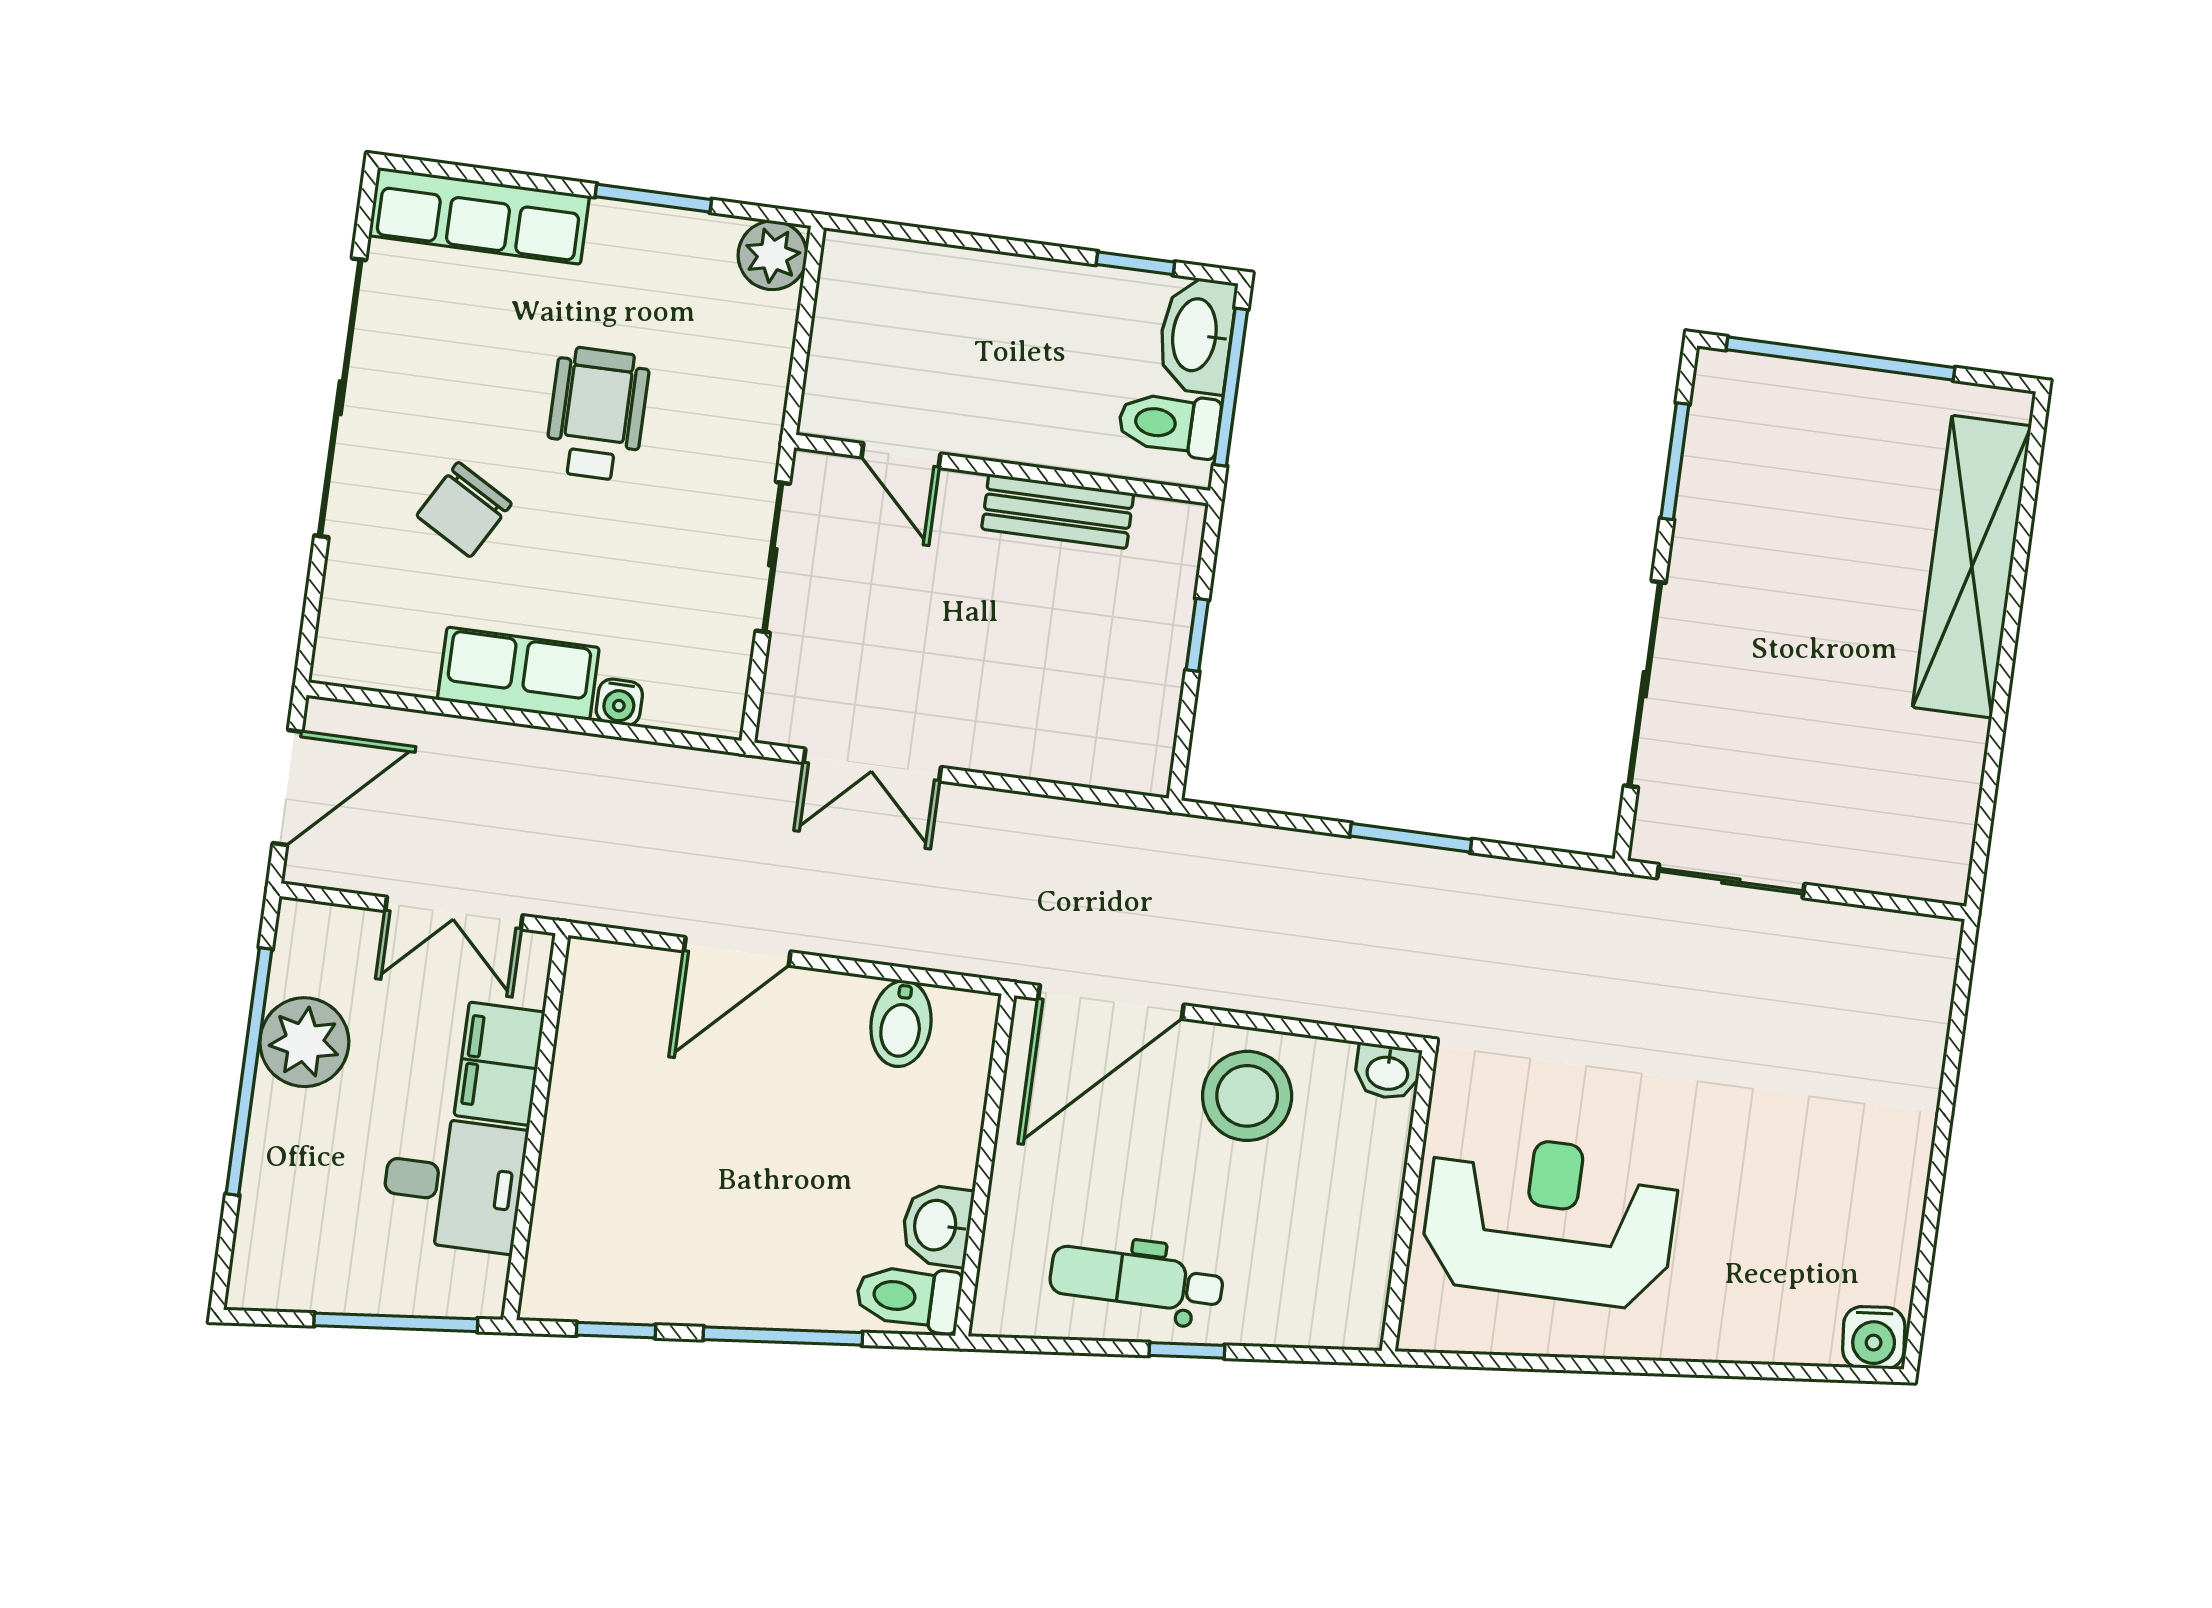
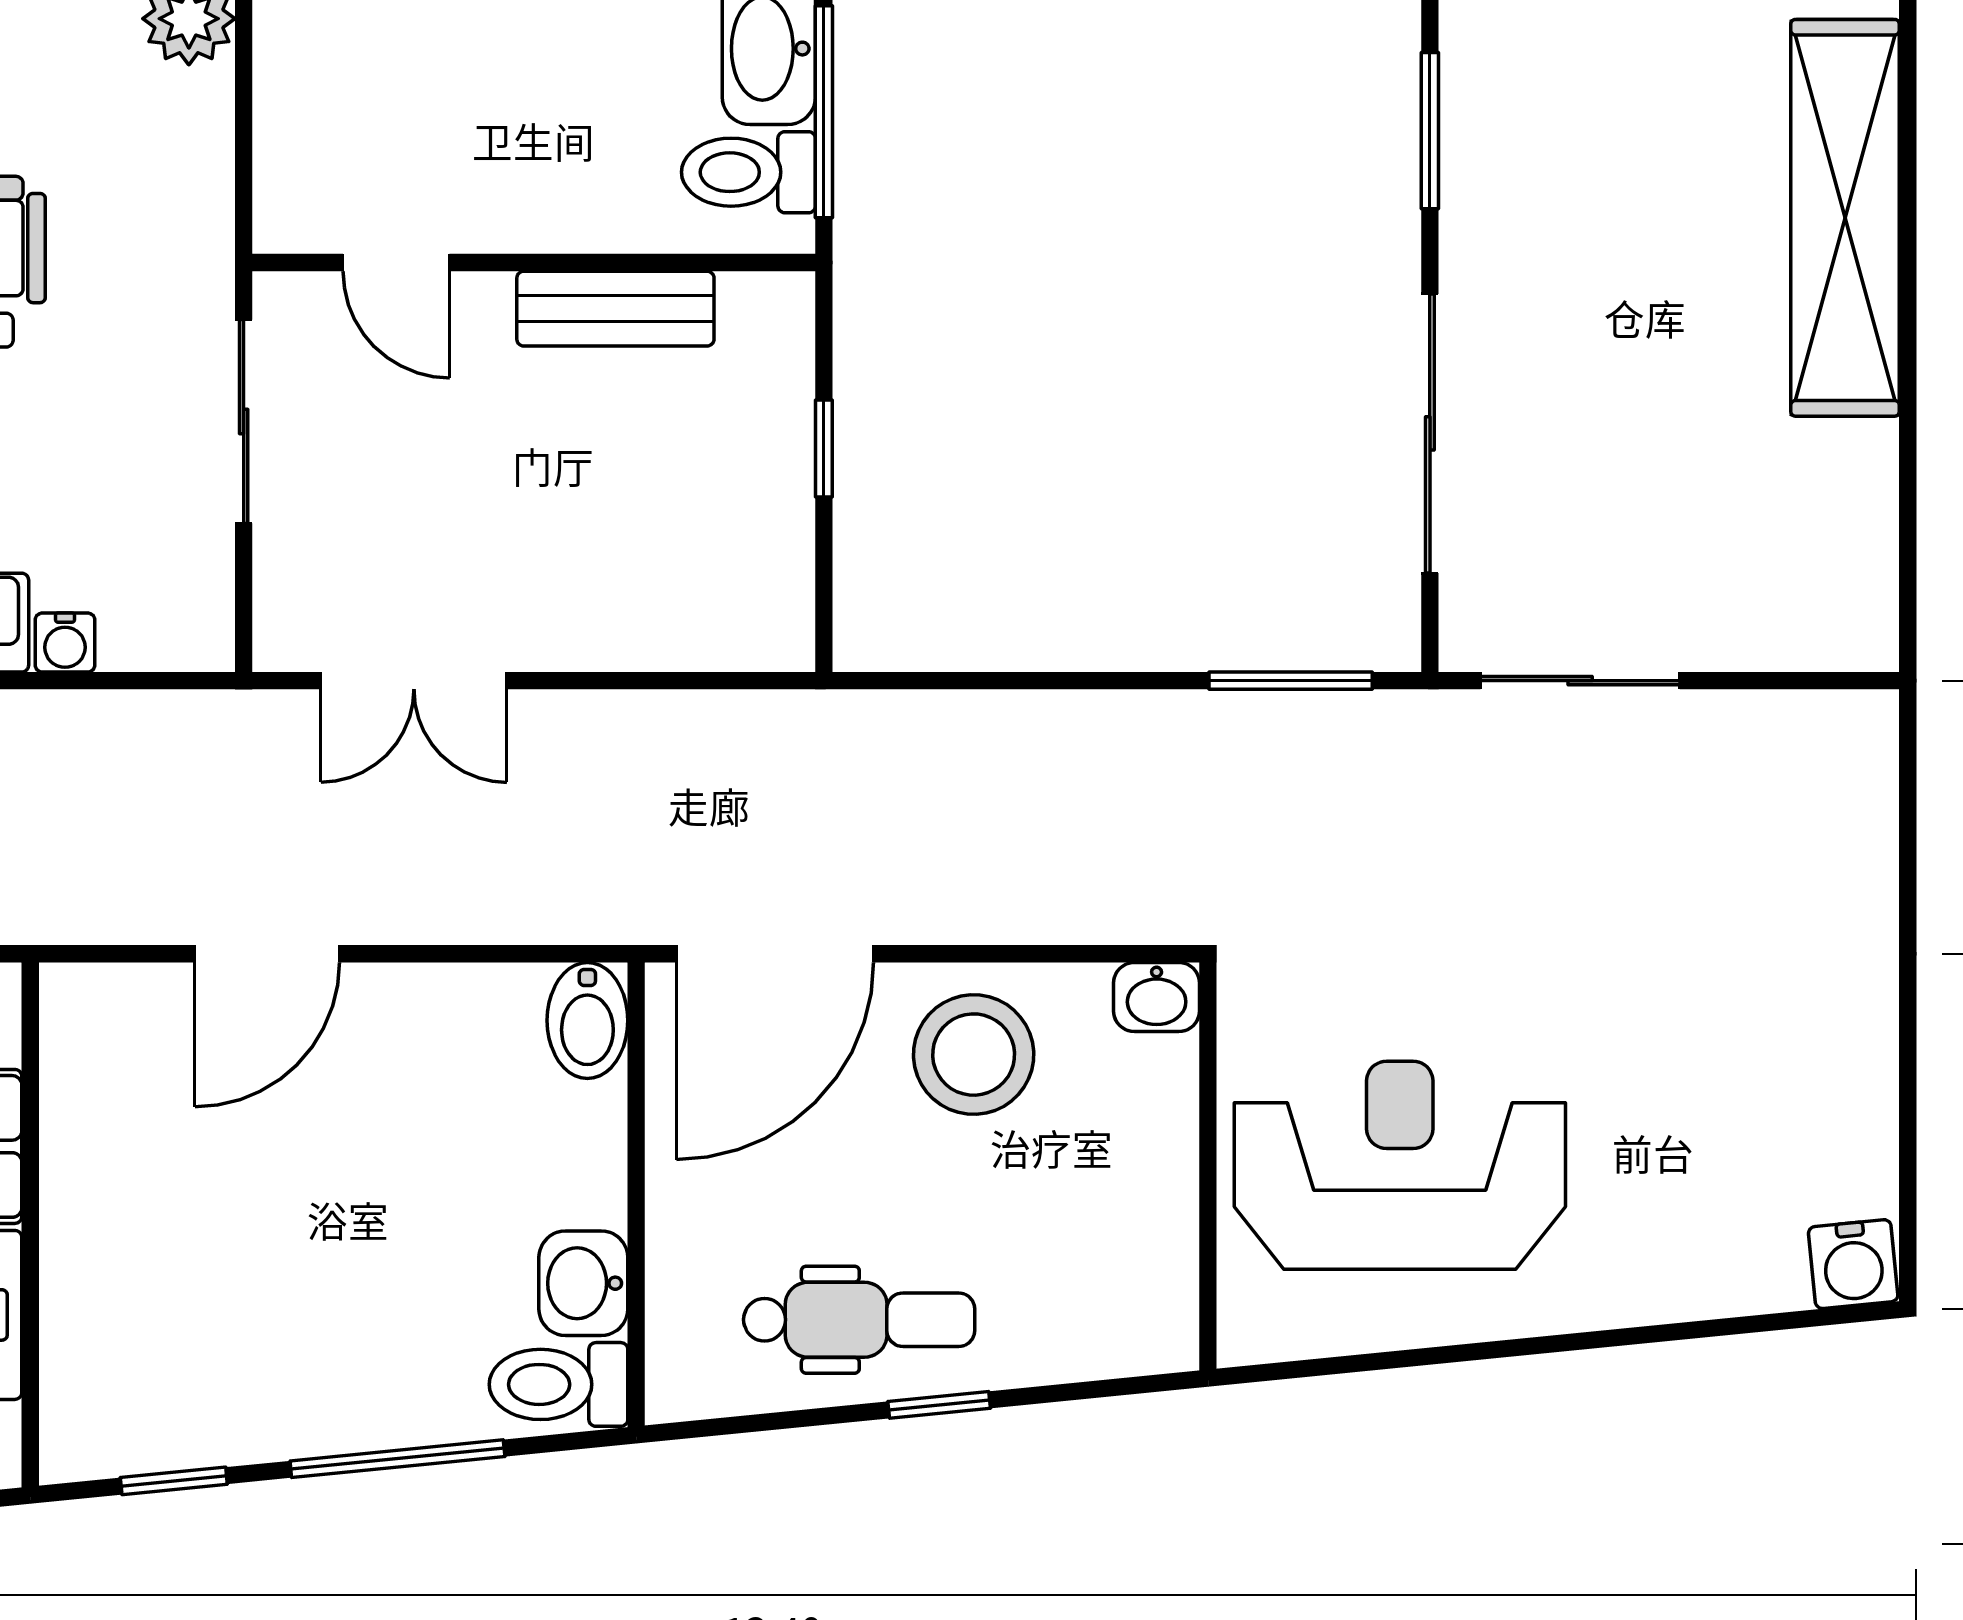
window: (1411, 838) -> (1291, 681), moved
bidet: (901, 1024) -> (587, 1020), moved
dental chair: (1137, 1280) -> (859, 1320), turned 180

